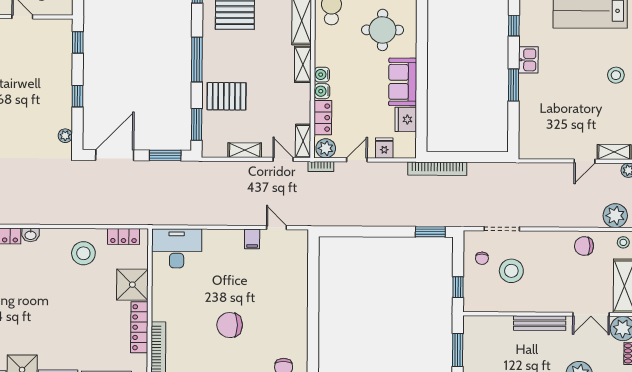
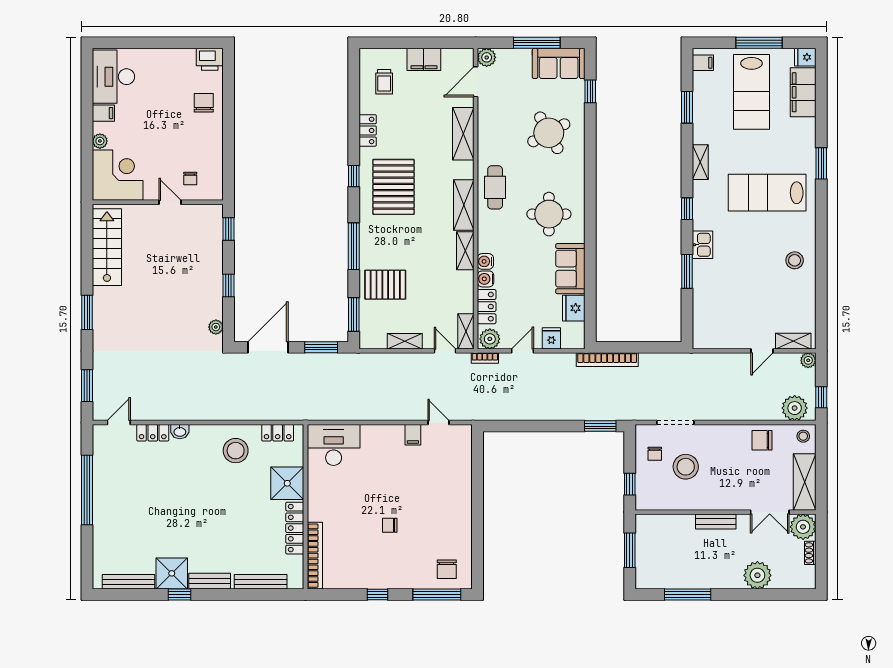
bench: (540, 323) -> (716, 522), width x0.73
chair: (230, 325) -> (390, 525), width x0.54, depth x0.54

